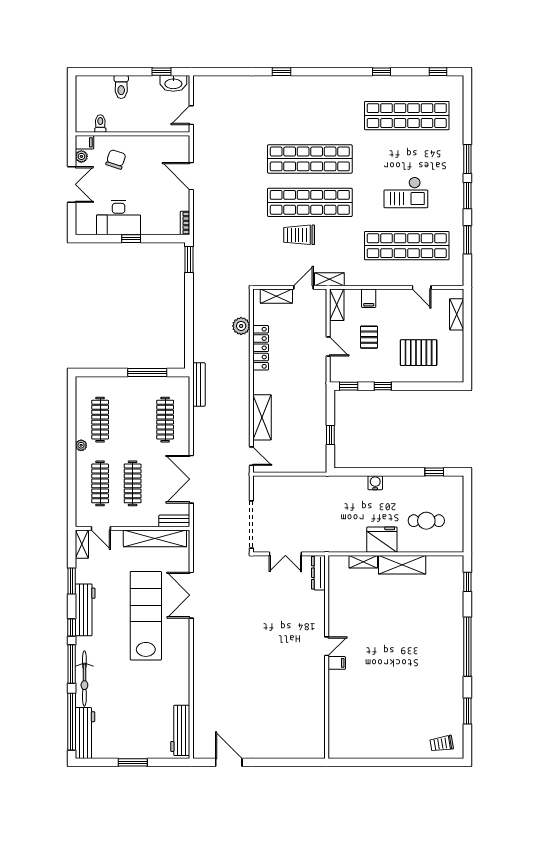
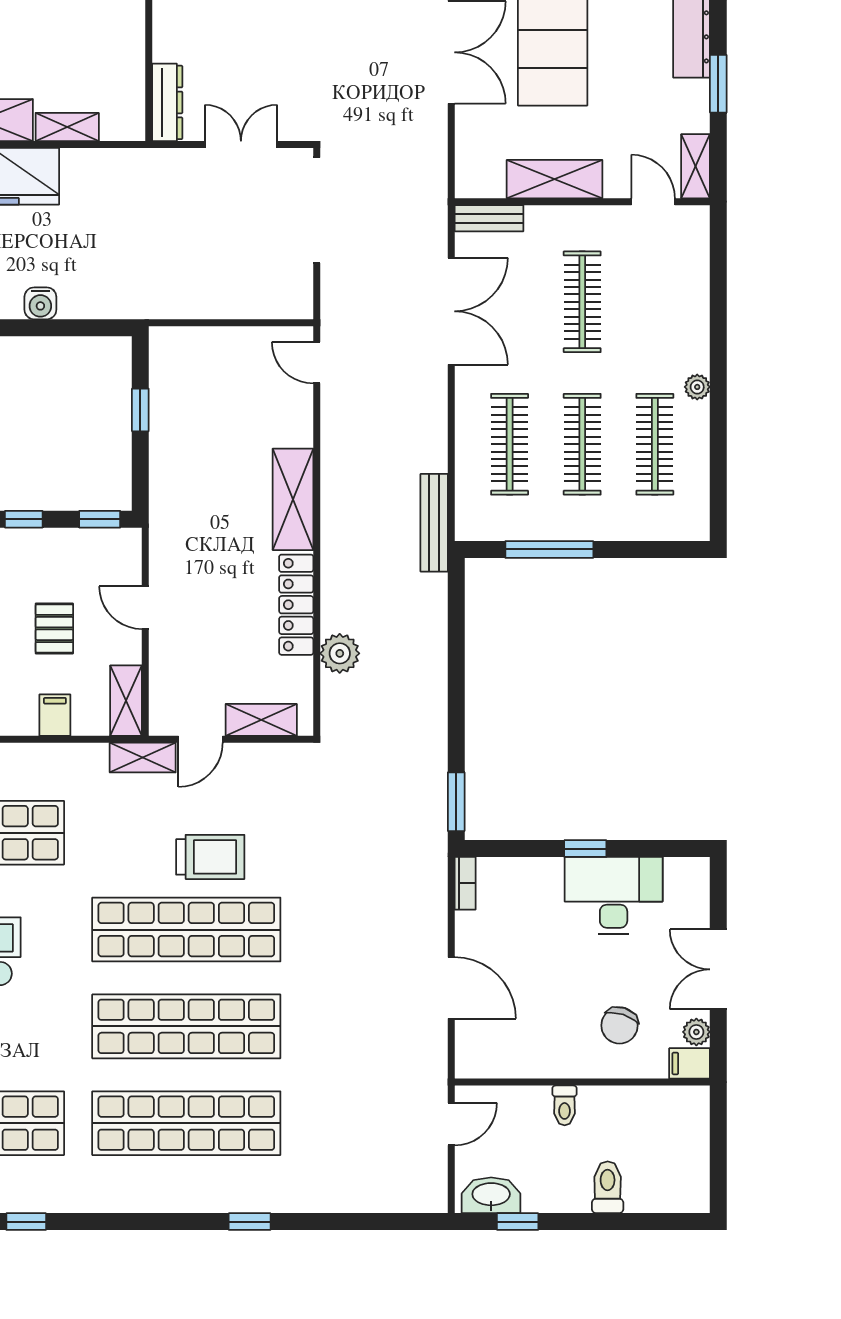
shop shelf: (310, 116) -> (186, 1123), added
toilet: (100, 124) -> (565, 1105), moved
shelving: (262, 417) -> (293, 499), moved
clothes rail: (100, 483) -> (582, 444), moved
shelving: (155, 538) -> (555, 179), width x0.68

